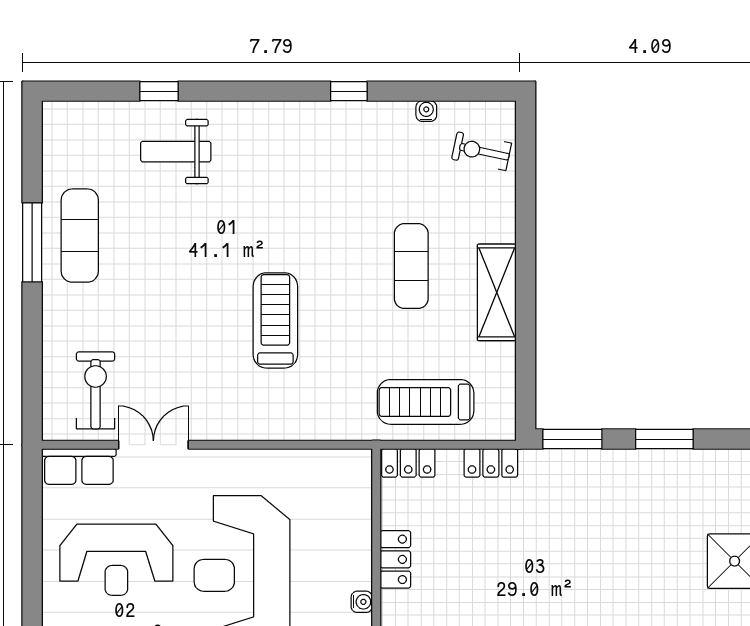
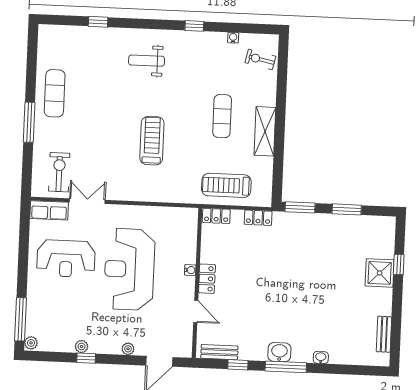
weight bench: (176, 152) -> (147, 61), moved
window: (32, 242) -> (29, 122), moved
locker: (395, 559) -> (207, 279), moved
water cooler: (362, 602) -> (190, 270), moved

